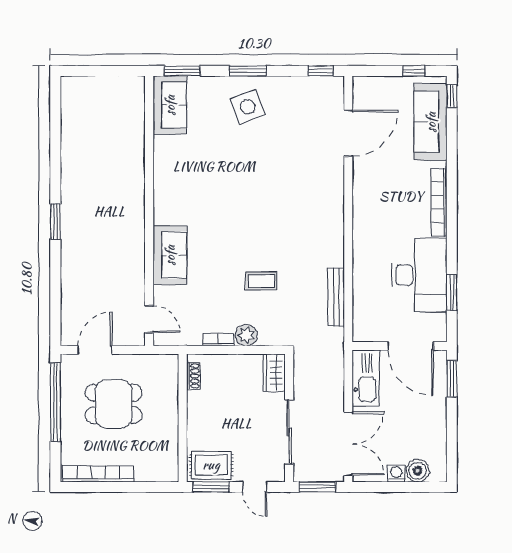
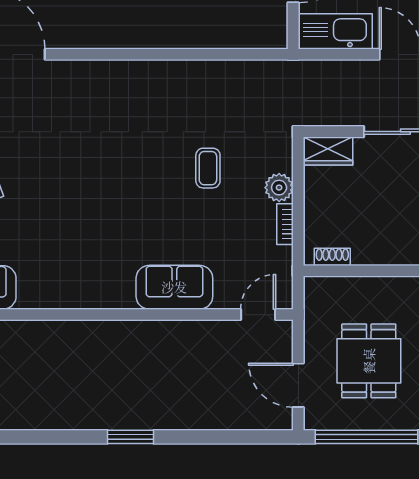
bench: (336, 297) -> (229, 70), removed

